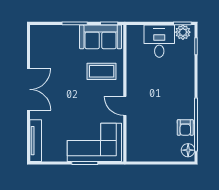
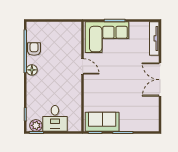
coffee table: (102, 71) -> (101, 94), removed
floor lamp: (188, 150) -> (32, 70), moved

